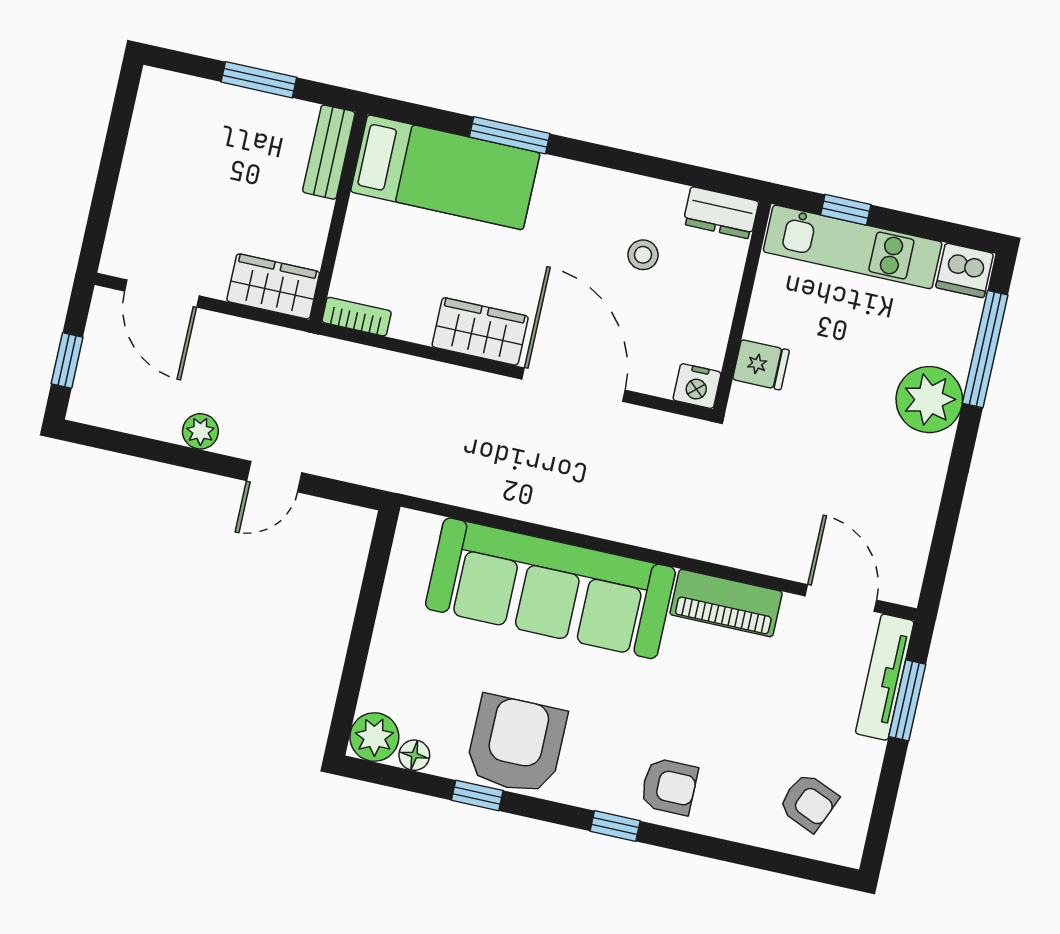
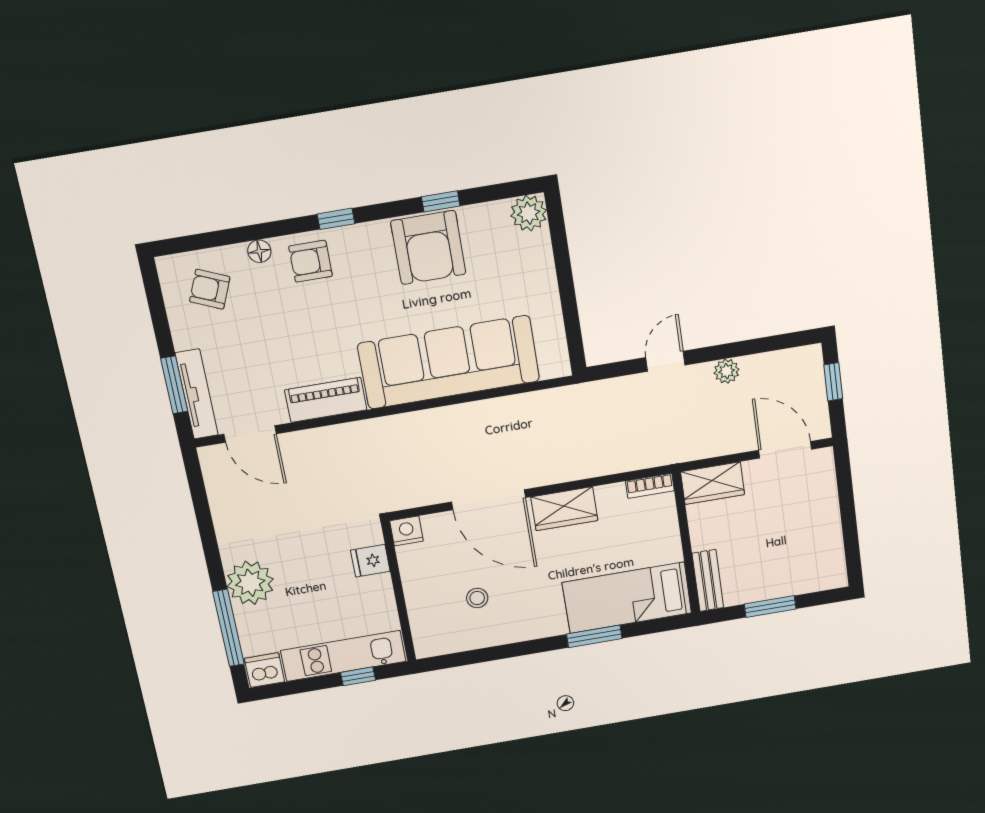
dresser: (721, 213) -> (438, 643), removed
floor lamp: (414, 755) -> (259, 251), moved

